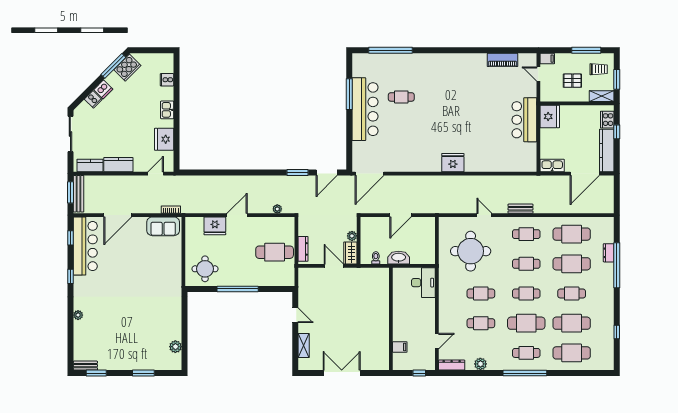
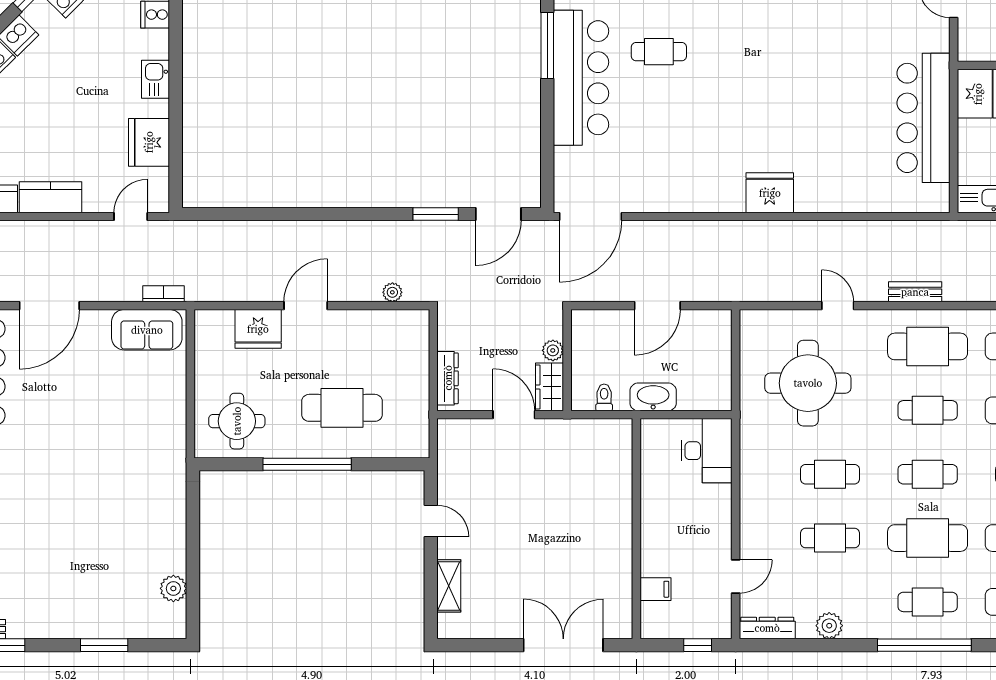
bar counter: (524, 120) -> (924, 118), width x1.36
cafe table: (526, 234) -> (928, 346), width x1.37, depth x1.35
cafe table: (275, 252) -> (342, 408), moved
double door: (342, 373) -> (563, 645), moved

